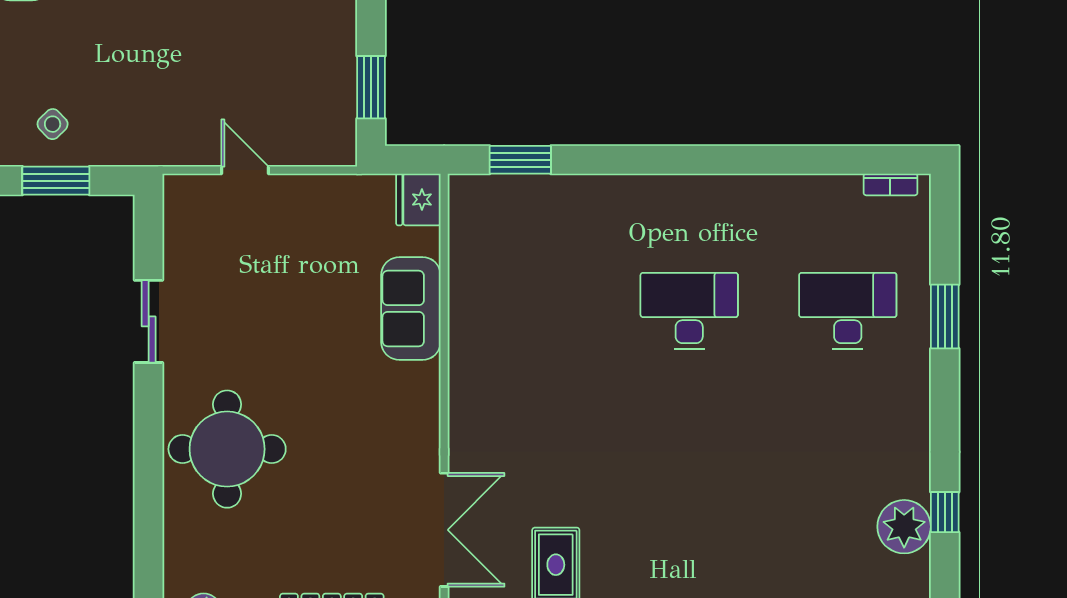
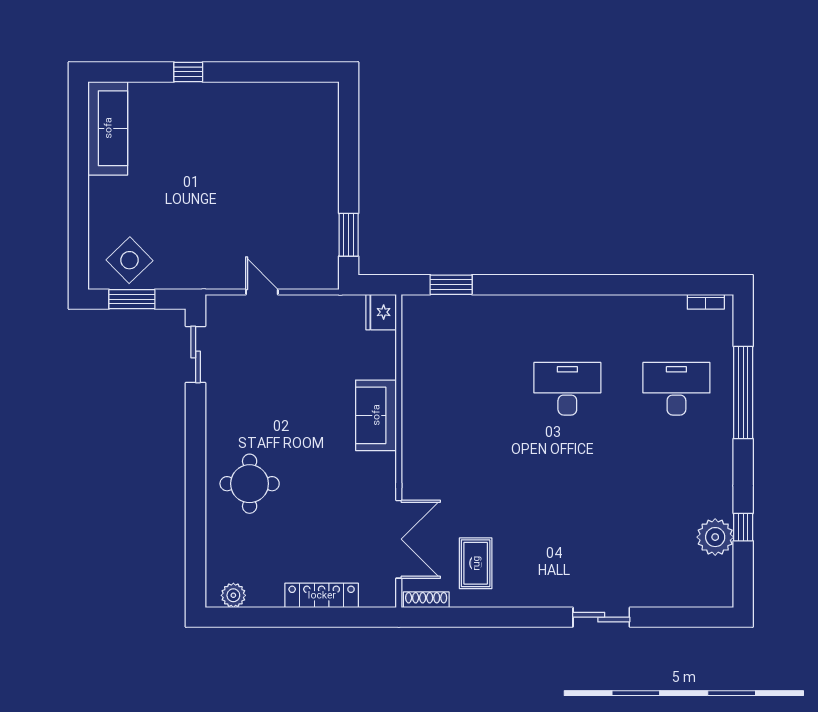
side table: (53, 124) -> (129, 260), width x1.87, depth x1.87
sofa: (411, 309) -> (376, 415), moved
window: (945, 317) -> (743, 393), width x2.11
sliding door: (149, 321) -> (196, 354), moved
round table: (227, 449) -> (250, 484), width x0.73, depth x0.73

